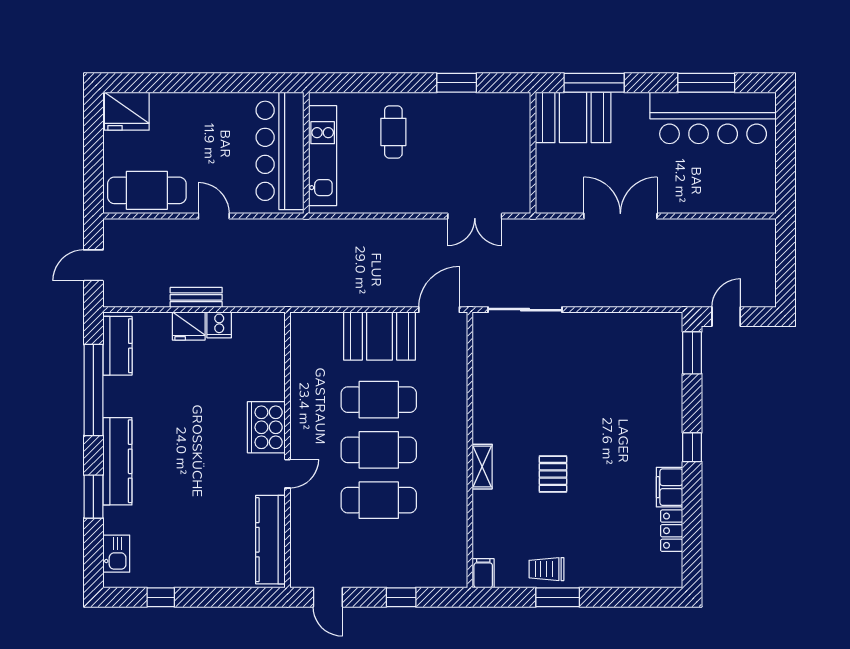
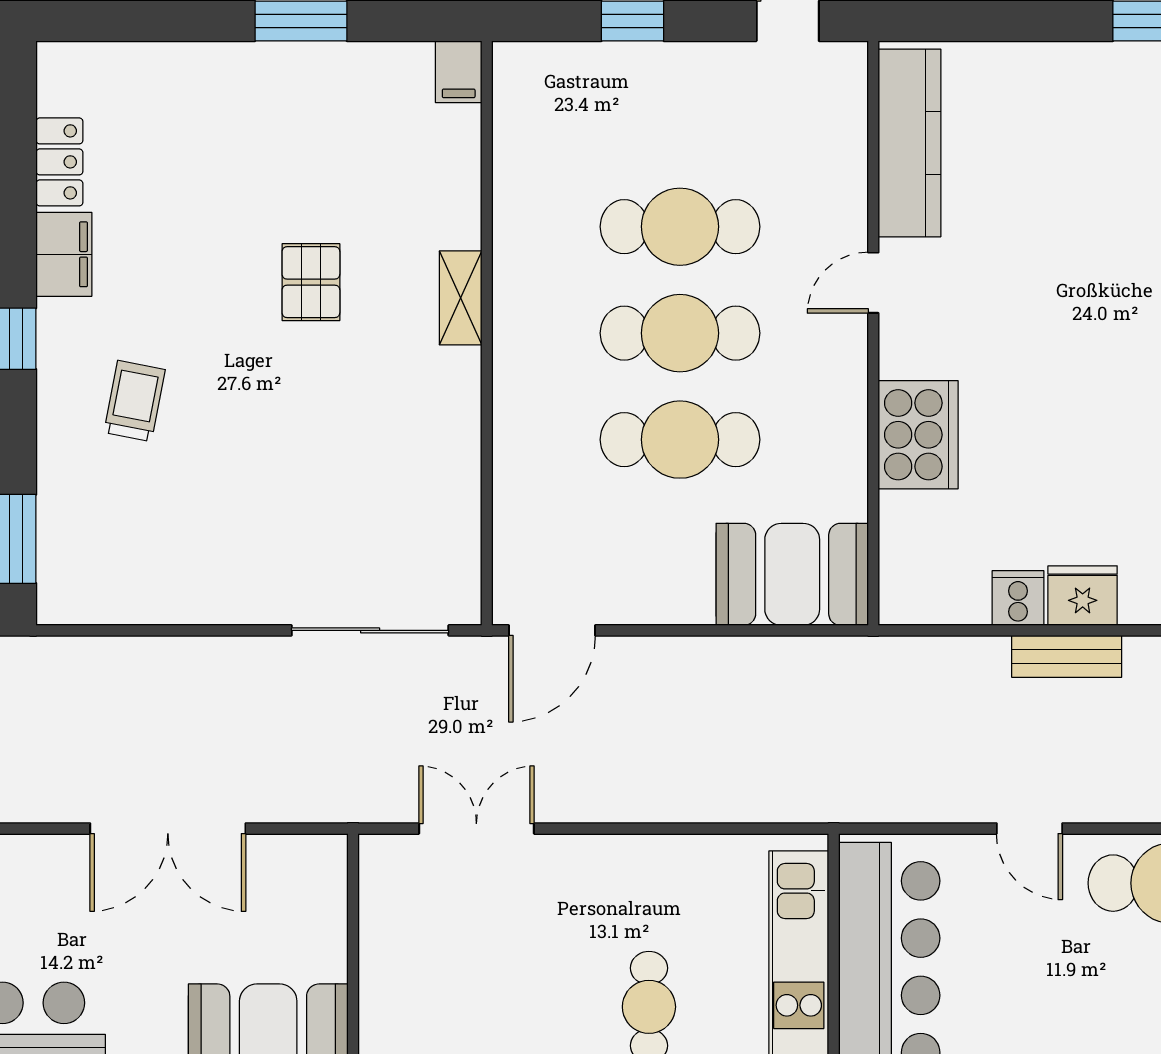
booth: (379, 336) -> (792, 574), moved
cooker: (266, 427) -> (918, 435), moved
trolley: (546, 569) -> (135, 401), moved, turned -79

